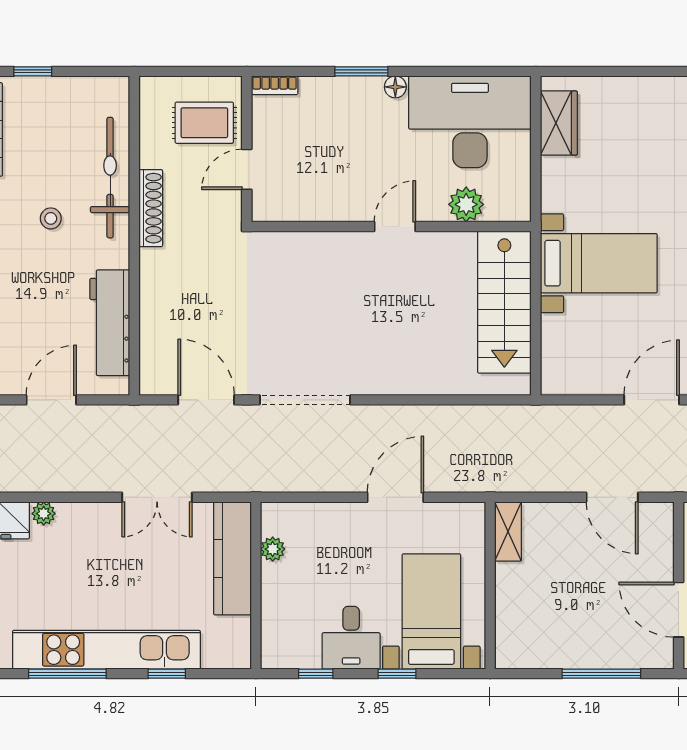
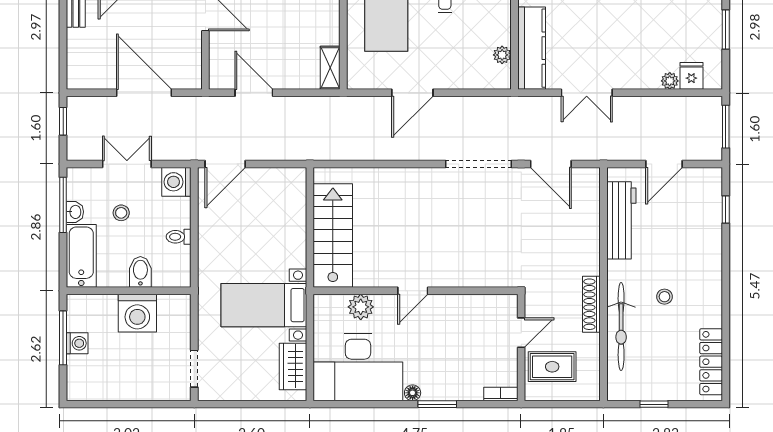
window: (33, 71) -> (654, 404), moved
bed with nightstands: (599, 263) -> (264, 305), moved
double door: (157, 497) -> (587, 93), swing flipped

